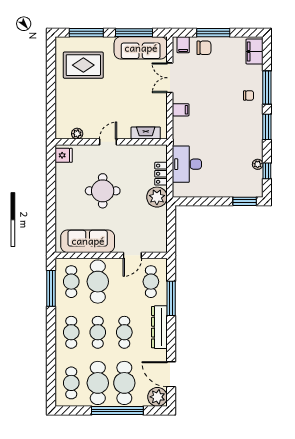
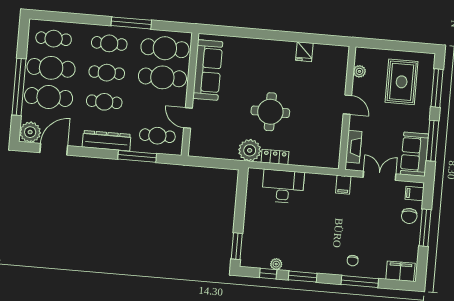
sofa: (141, 48) -> (414, 154), width x0.73
window: (267, 127) -> (303, 277), moved
fireplace: (146, 133) -> (354, 147), moved
plant: (77, 134) -> (359, 71), moved
door: (108, 142) -> (347, 105), moved
wall: (111, 142) -> (347, 108), moved
round table: (103, 191) -> (270, 112), moved
cafe table: (71, 282) -> (165, 48), width x1.37, depth x1.35
window: (51, 288) -> (131, 23), moved

